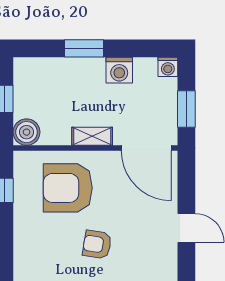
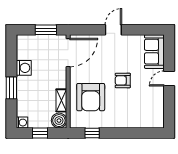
washing machine: (168, 67) -> (22, 123), moved
shelving: (92, 136) -> (61, 100), moved
armchair: (97, 245) -> (123, 80), turned 81

